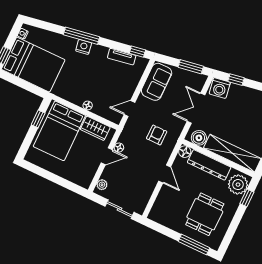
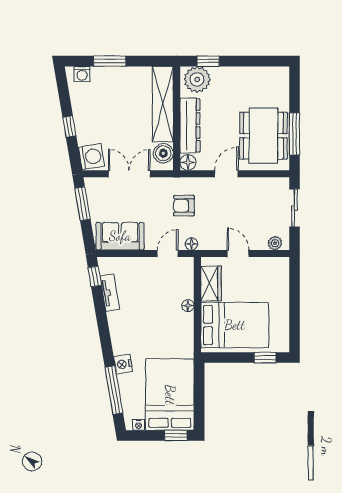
window: (81, 36) -> (114, 390), moved
nightstand: (84, 47) -> (123, 364), moved
window: (236, 80) -> (69, 126), moved
double door: (196, 108) -> (129, 174), swing flipped
door: (129, 109) -> (168, 254), swing flipped
window: (38, 119) -> (265, 358), moved
floor lamp: (119, 148) -> (191, 244), moved
dining table: (205, 214) -> (263, 136), moved, width x1.38
window: (194, 245) -> (294, 134), moved

